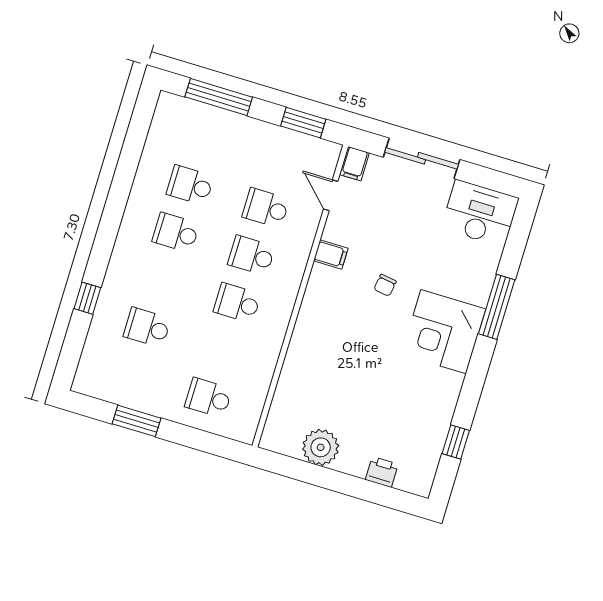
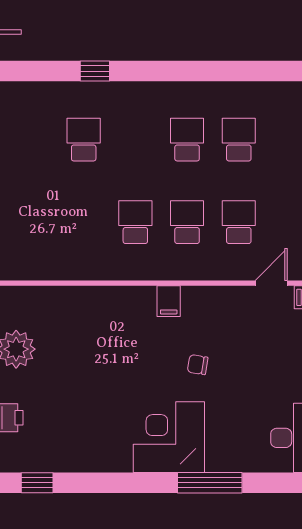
filing cabinet: (331, 255) -> (169, 301), moved
school desk: (208, 398) -> (32, 222), removed
window: (456, 442) -> (37, 483), moved

